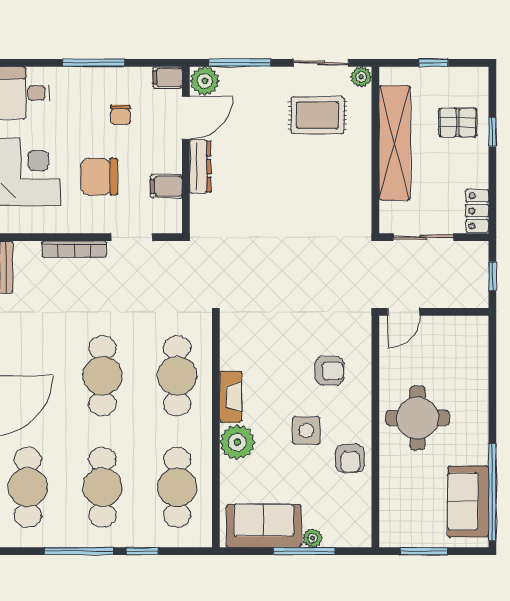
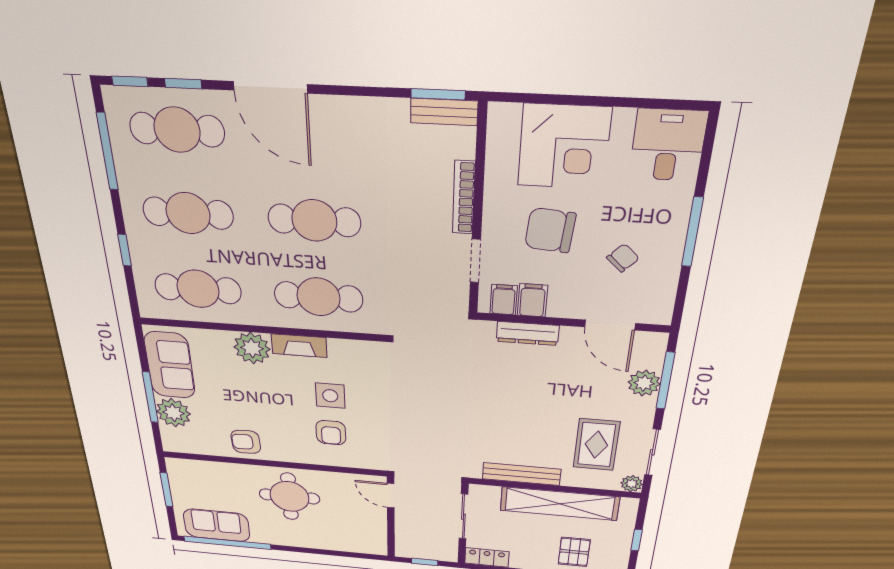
filing cabinet: (168, 77) -> (504, 300), moved
plant: (205, 81) -> (644, 383), moved
chair: (120, 115) -> (623, 258), turned 133
dresser: (200, 167) -> (528, 333), moved
chair: (99, 177) -> (550, 230), turned -85
bench: (361, 183) -> (522, 474), added
side table: (306, 430) -> (330, 396), moved
plant: (313, 538) -> (173, 413), width x1.87, depth x1.87
window: (79, 551) -> (107, 152), moved

